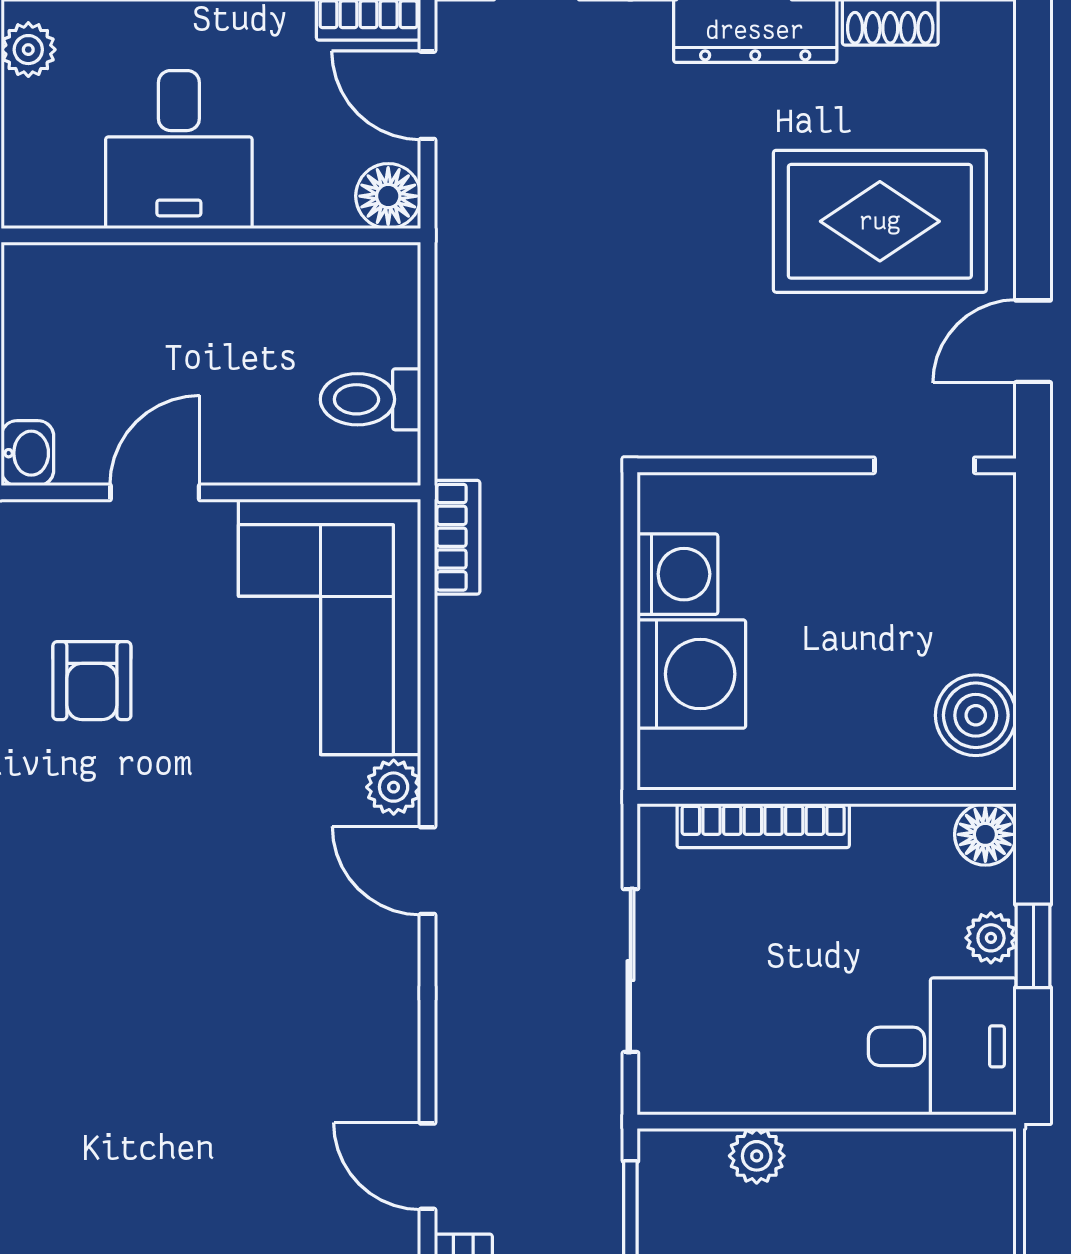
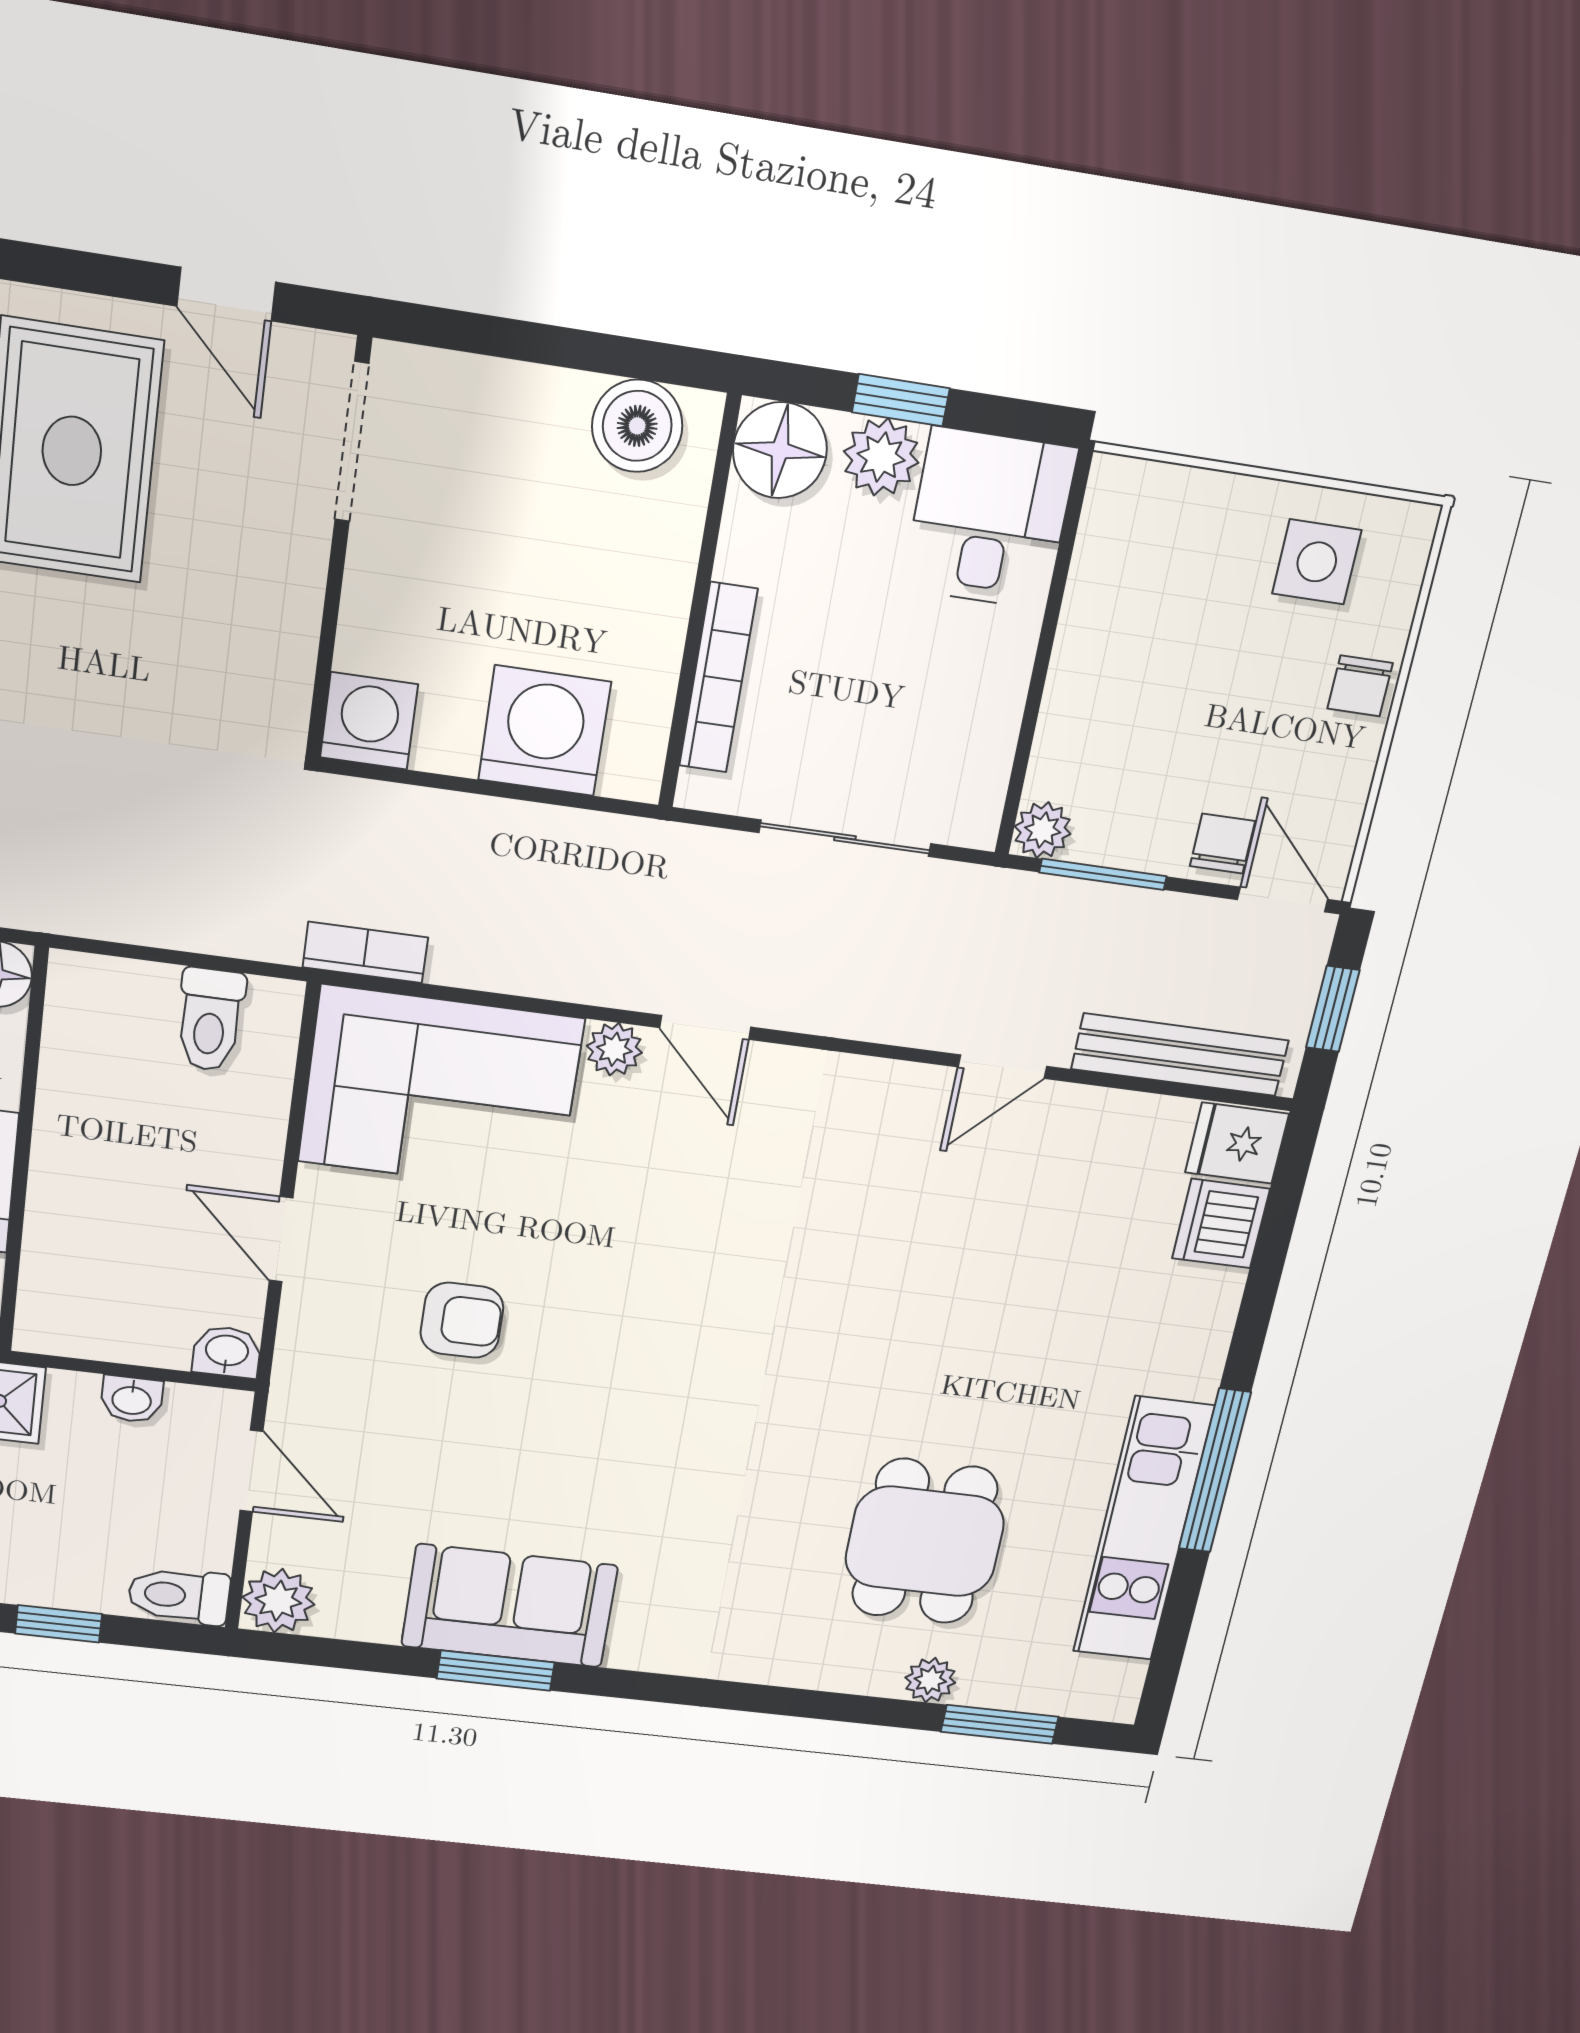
doorway: (924, 465) -> (352, 442), width x1.38
washing machine: (678, 574) -> (369, 721), moved
floor lamp: (985, 834) -> (780, 450), width x1.38, depth x1.38
door: (427, 871) -> (705, 1027), hinge flipped
plant: (991, 938) -> (881, 457), width x1.38, depth x1.38
plant: (757, 1156) -> (1043, 830), moved

